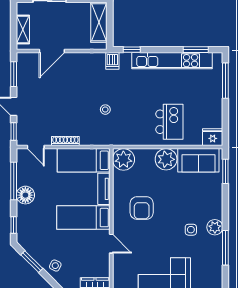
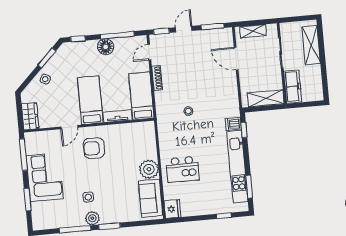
dishwasher: (112, 61) -> (233, 124), moved
window: (225, 81) -> (224, 216), width x0.46
plant: (123, 159) -> (145, 131), removed
window: (225, 171) -> (110, 226), moved
armchair: (142, 208) -> (94, 148), moved

